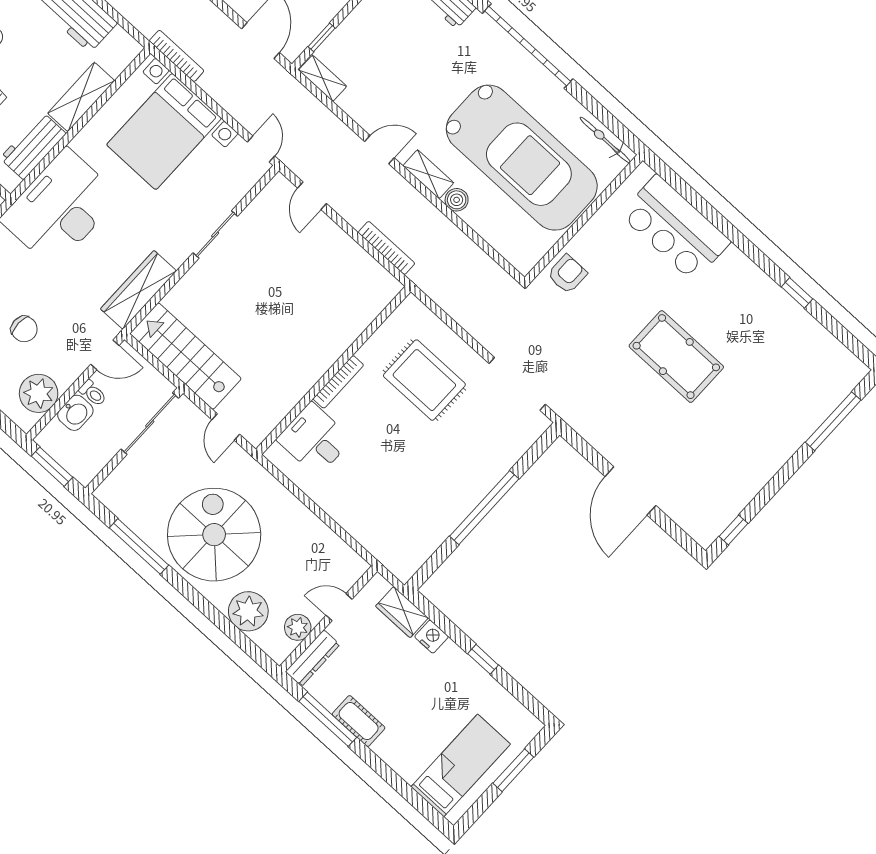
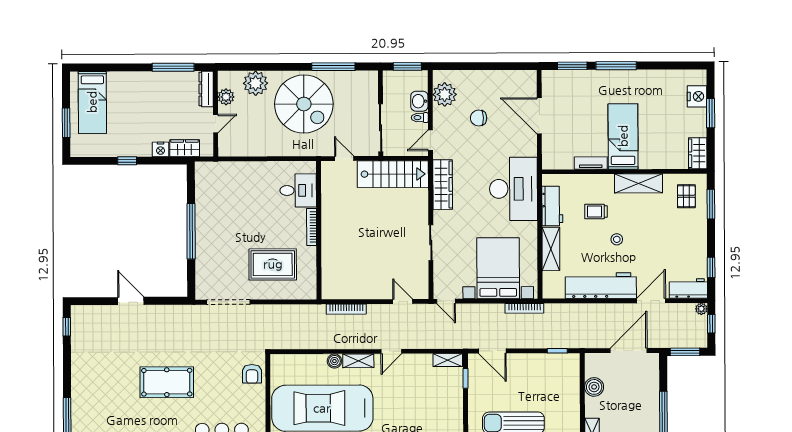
door: (630, 491) -> (131, 301), width x0.73
cot: (359, 721) -> (158, 80), removed

